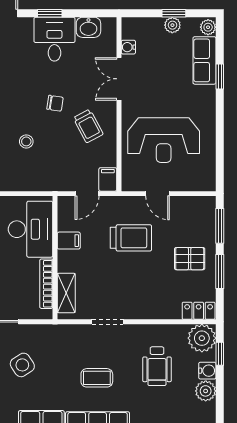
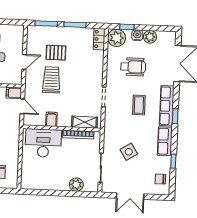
pallet: (190, 259) -> (56, 53), moved, turned 90

